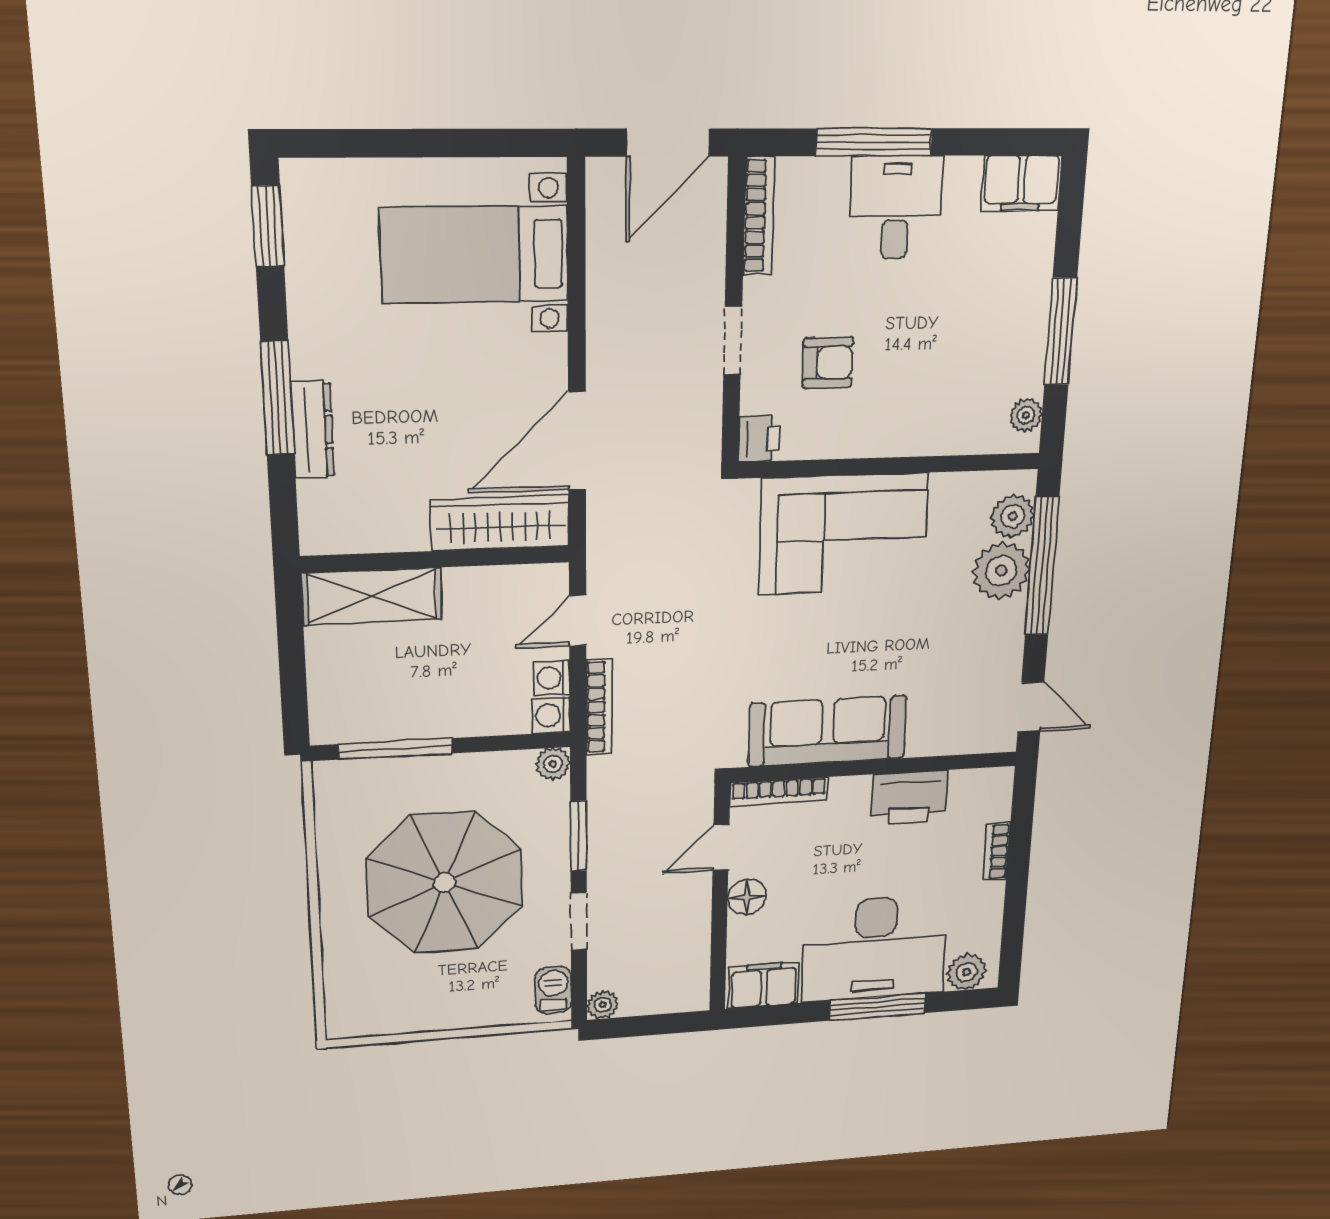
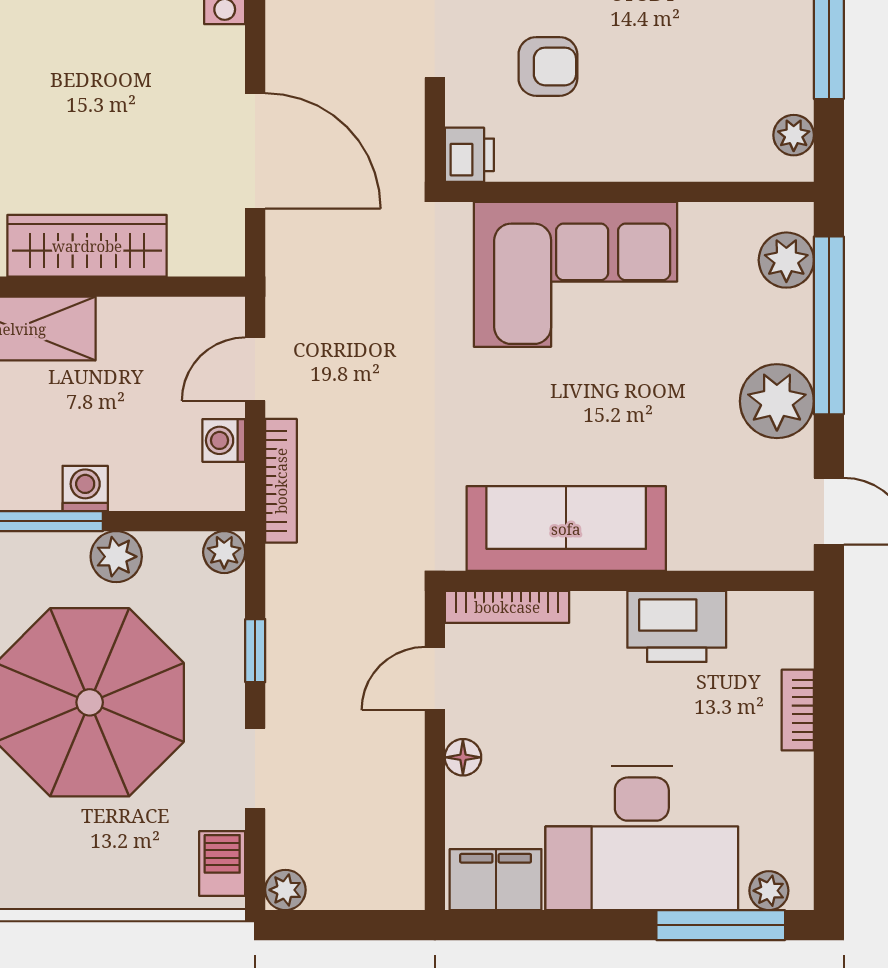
door: (577, 441) -> (255, 151), swing flipped
wardrobe: (500, 523) -> (87, 246), moved
plant: (1001, 571) -> (777, 401), moved
washing machine: (551, 715) -> (85, 488), moved, turned 90
plant: (464, 772) -> (116, 557), added
window: (579, 836) -> (255, 651), width x0.67
floor lamp: (747, 897) -> (463, 757), width x0.73, depth x0.73
plant: (966, 972) -> (769, 891), width x0.73, depth x0.73
window: (877, 1007) -> (721, 925), moved

